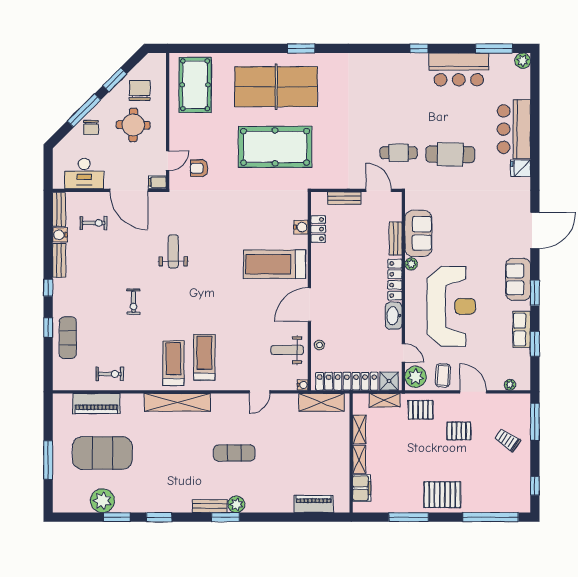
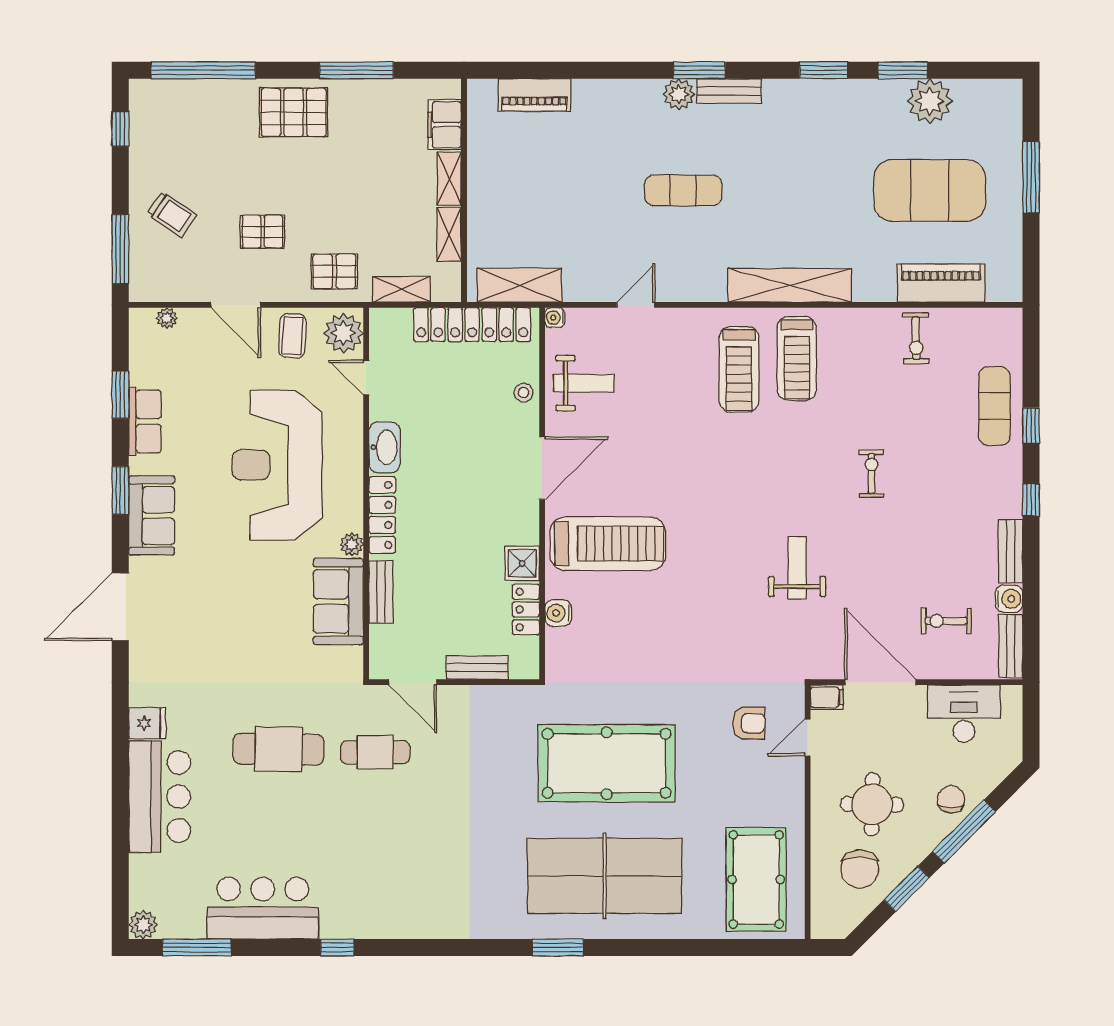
weight bench: (173, 251) -> (797, 568), turned 180
exercise bike: (110, 374) -> (916, 338), turned -91
shower: (389, 381) -> (522, 563), moved

